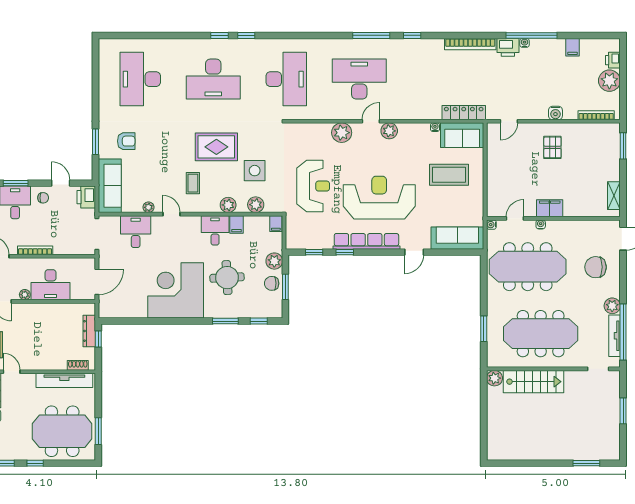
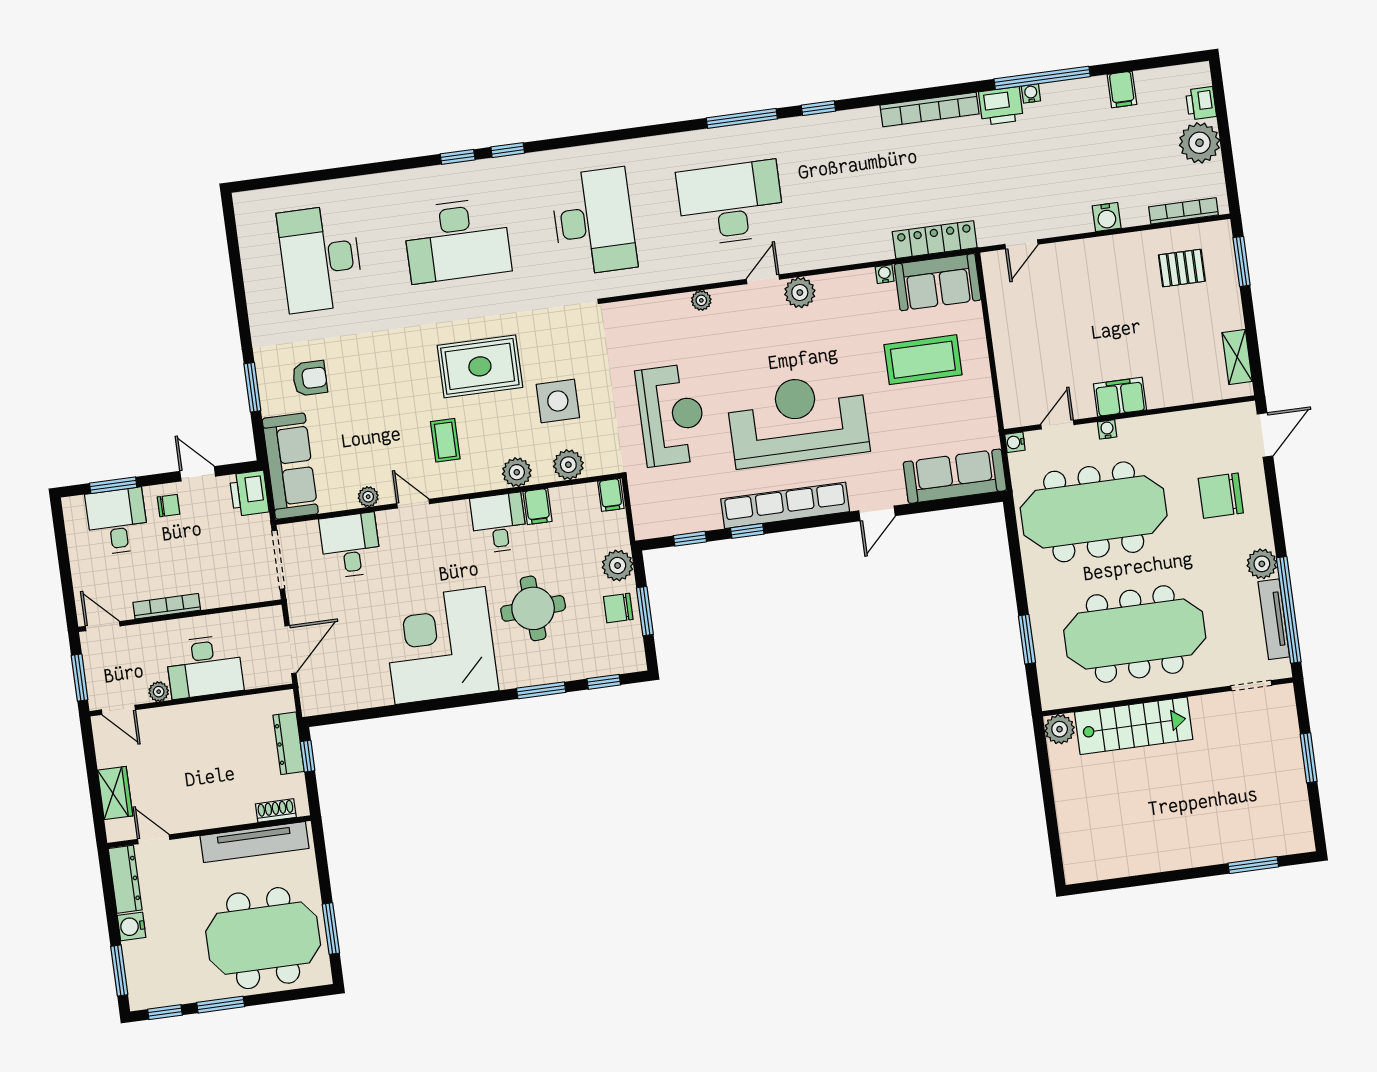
plant: (342, 133) -> (701, 300), width x0.53, depth x0.53
pallet: (552, 147) -> (1182, 268), moved, turned 90
window: (35, 463) -> (221, 1005), width x1.50

